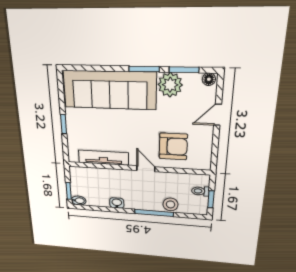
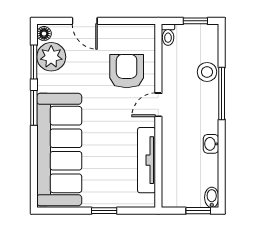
plant: (170, 85) -> (51, 57), moved
toilet: (200, 191) -> (168, 35), moved

